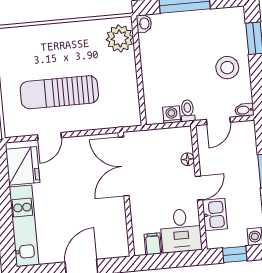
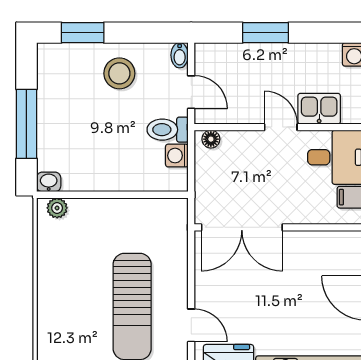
plant: (120, 38) -> (57, 208), width x0.53, depth x0.53
toilet: (188, 111) -> (168, 130), width x1.37, depth x1.39
floor lamp: (188, 159) -> (211, 139), moved

